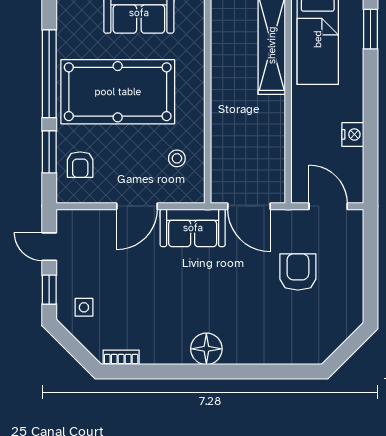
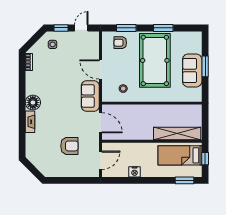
window: (49, 74) -> (163, 28), width x0.47
door: (249, 206) -> (100, 123), swing flipped
fireplace: (247, 355) -> (30, 122), added

